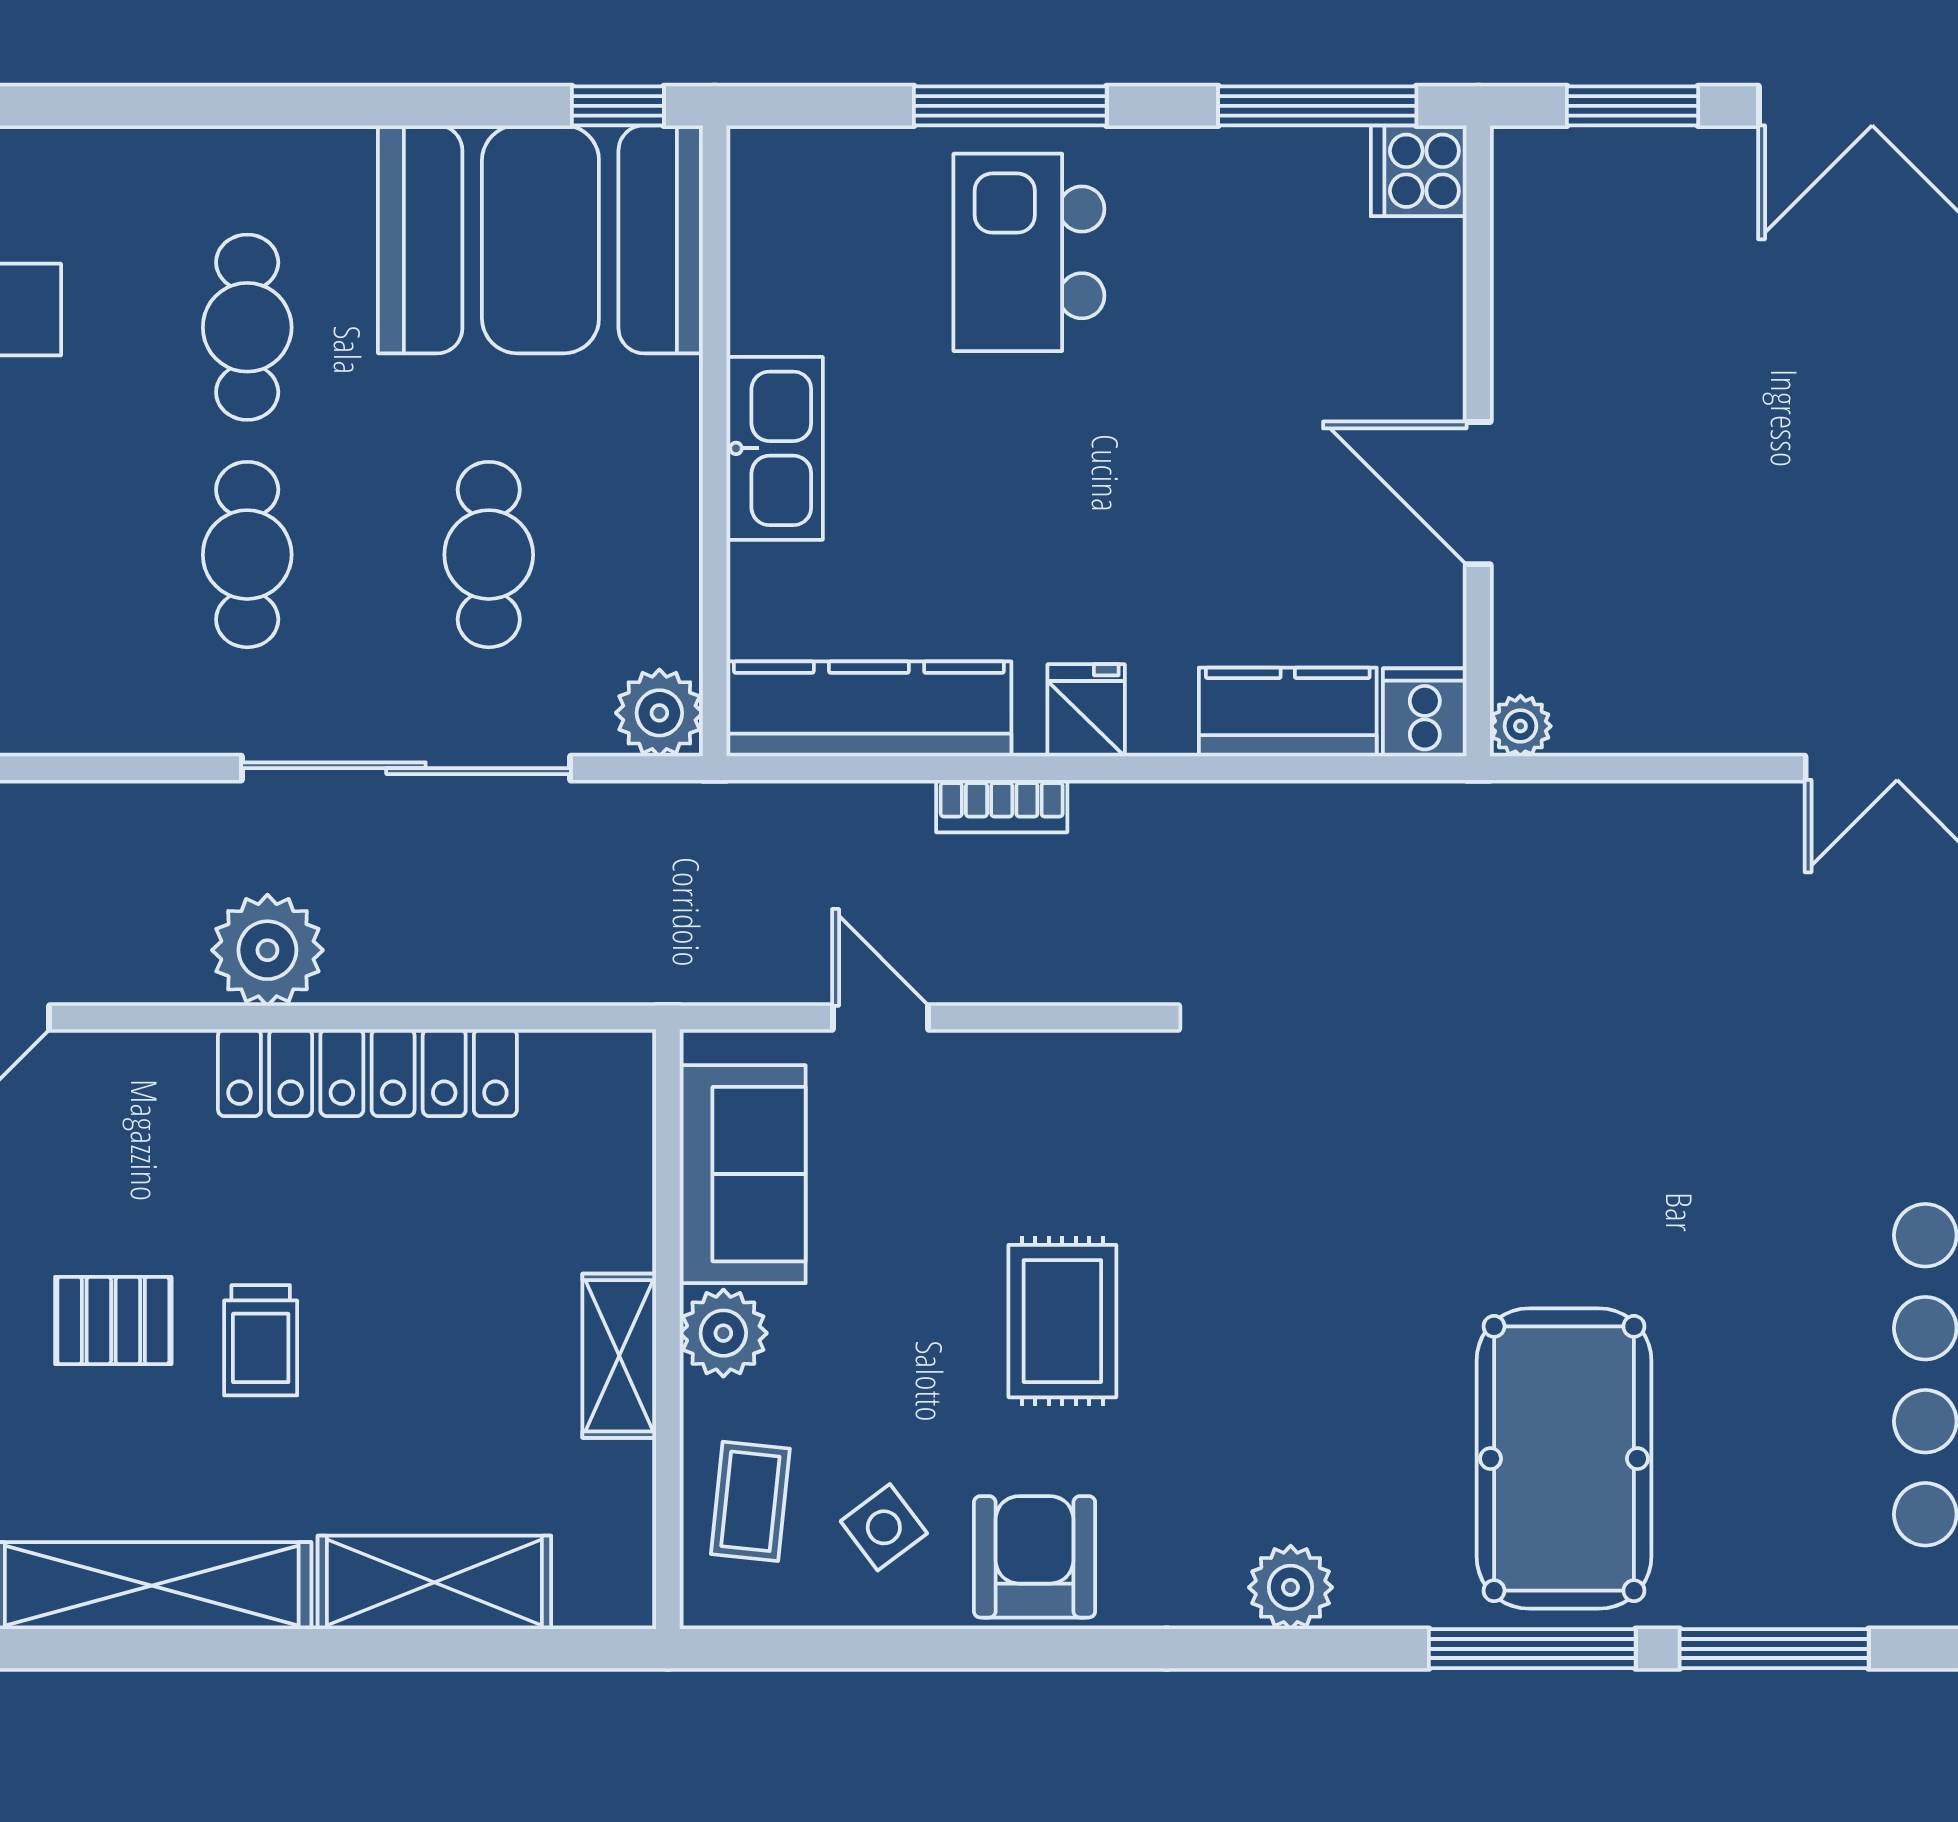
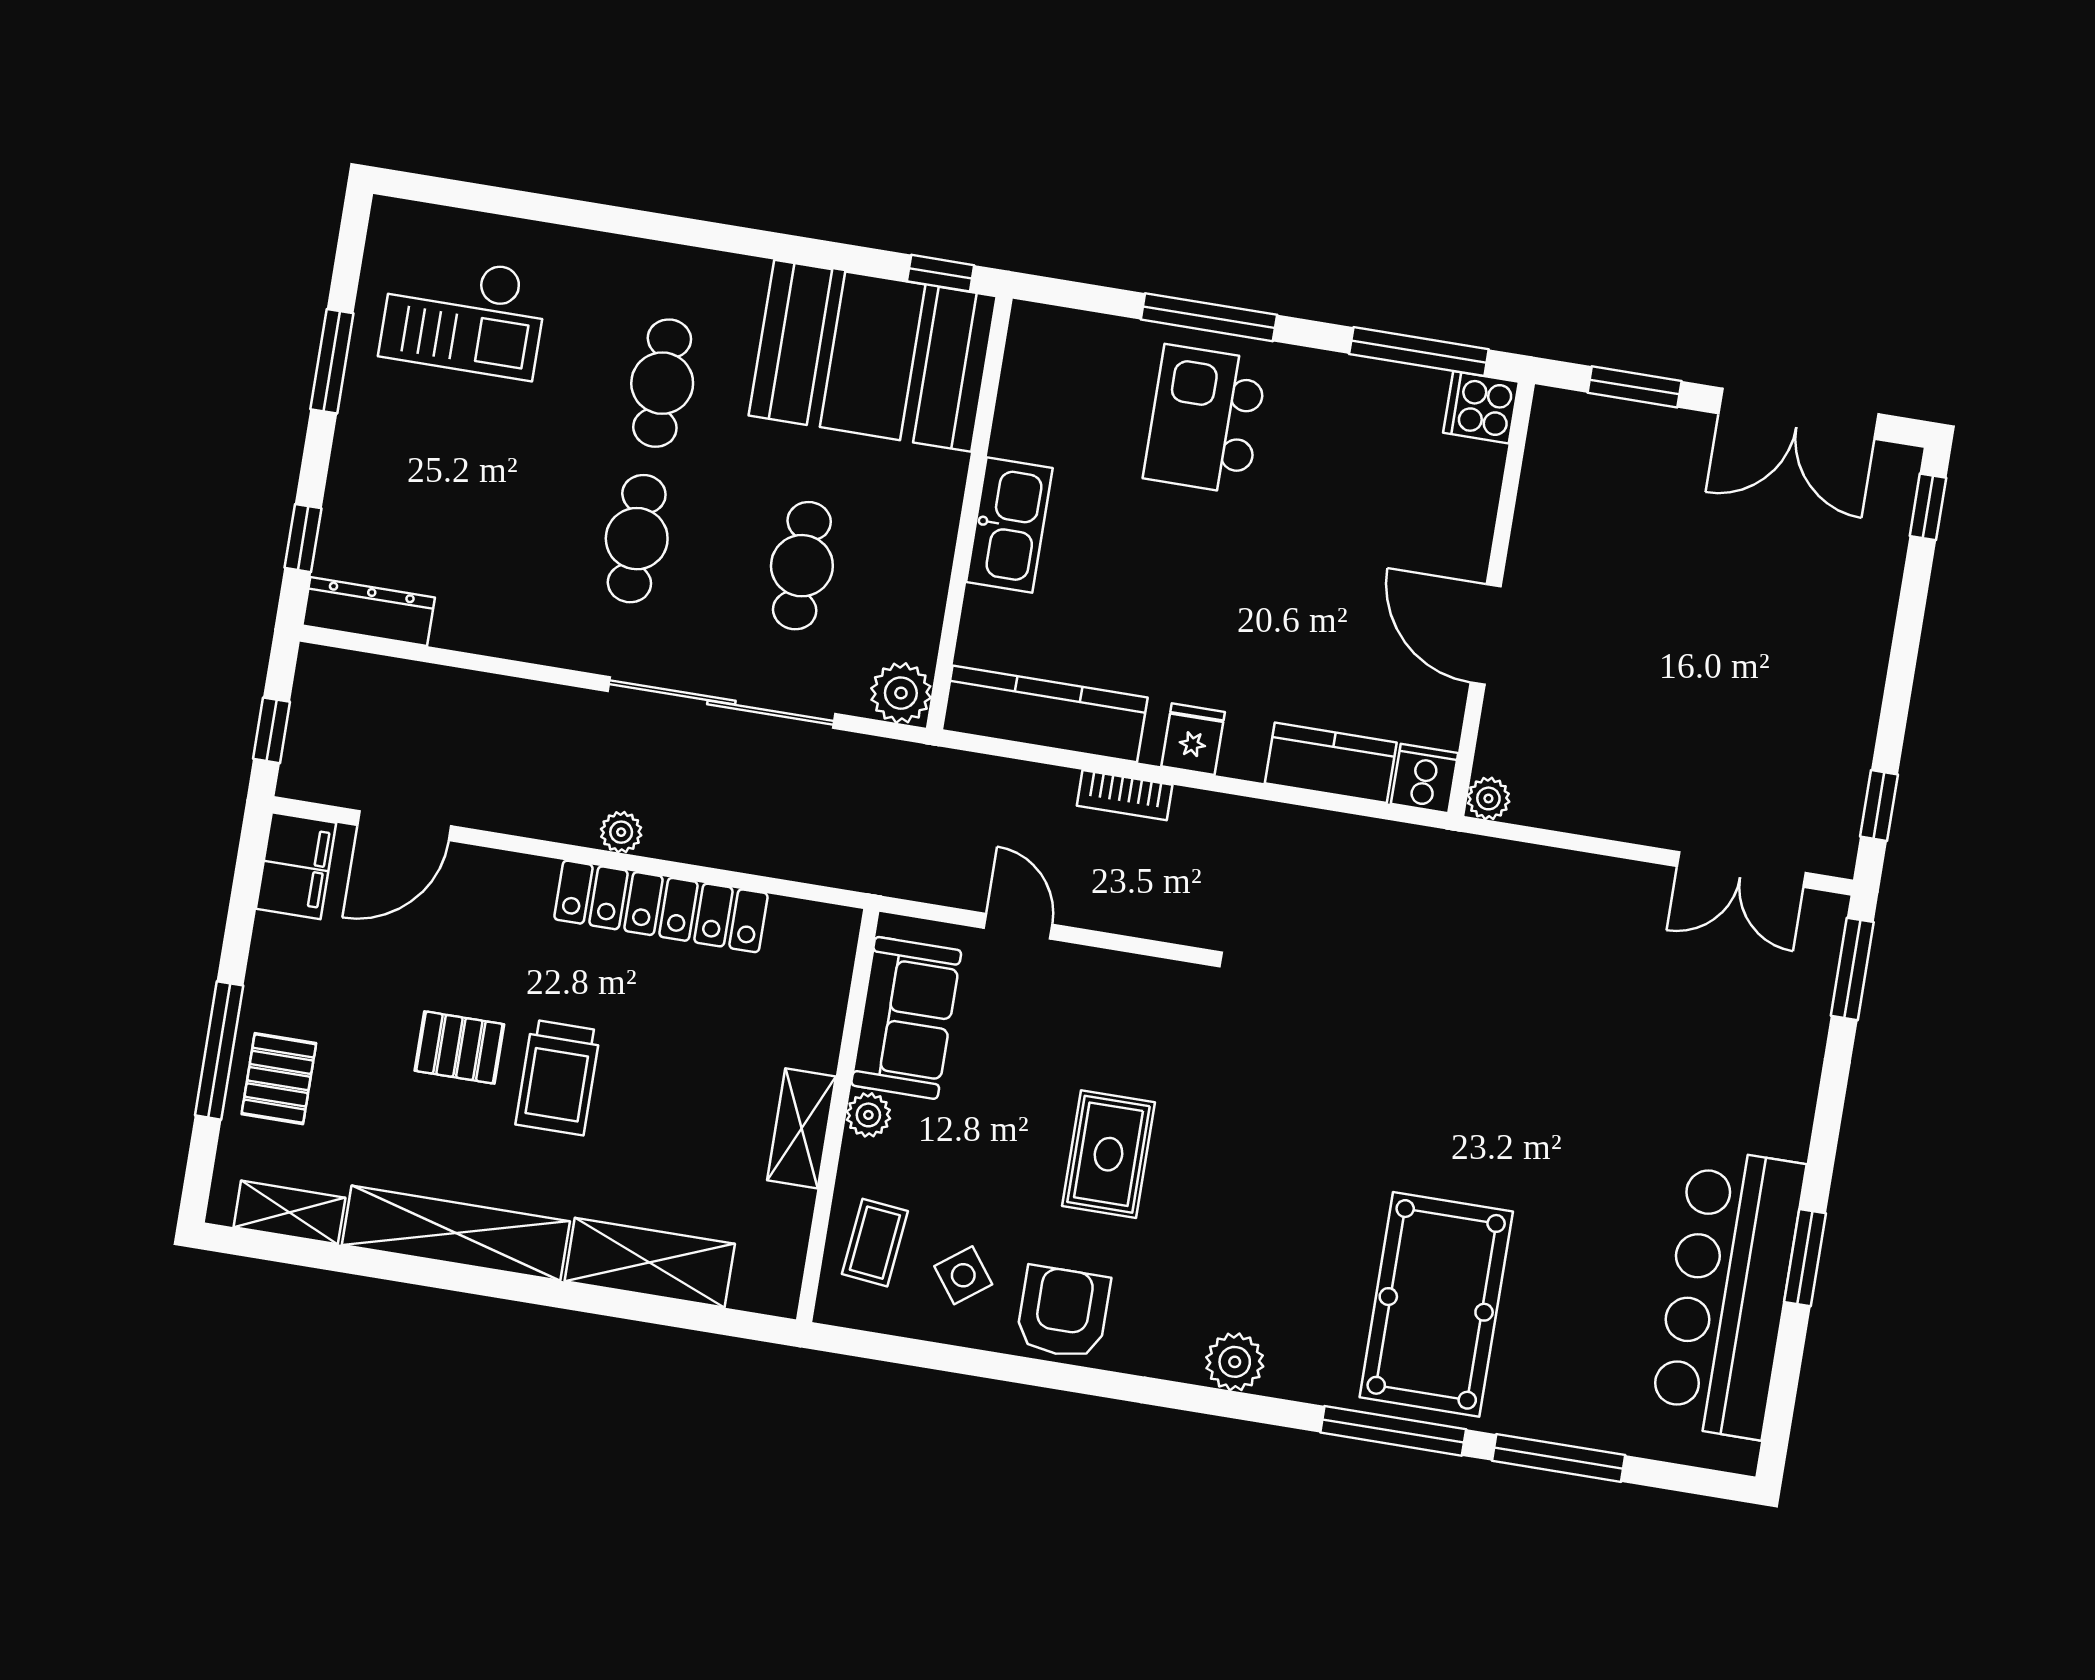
plant: (267, 950) -> (621, 832), width x0.53, depth x0.53
plant: (723, 1333) -> (868, 1115), width x0.73, depth x0.73
trolley: (261, 1340) -> (558, 1077), width x1.36, depth x1.39

